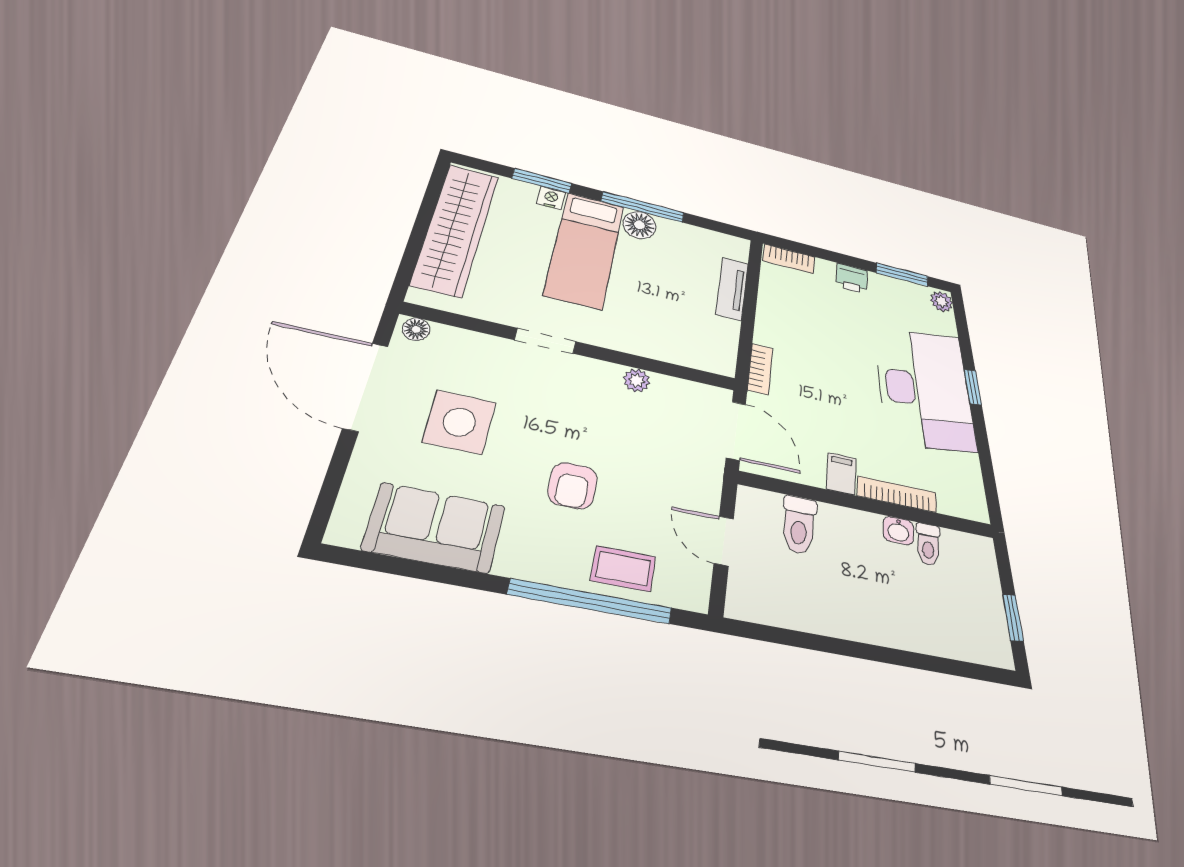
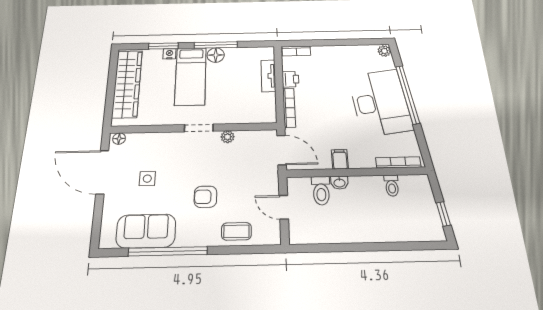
window: (902, 275) -> (360, 42), removed
printer: (852, 279) -> (290, 79), moved, turned -90
doorway: (545, 341) -> (199, 128), moved
bookcase: (760, 369) -> (289, 108), width x1.56
window: (973, 387) -> (408, 95), width x3.17
side table: (459, 422) -> (147, 179), width x0.54, depth x0.54
armchair: (573, 486) -> (205, 197), turned 90
bookcase: (897, 494) -> (398, 162), moved
washbasin: (898, 531) -> (339, 183), moved
window: (591, 601) -> (168, 251), moved

